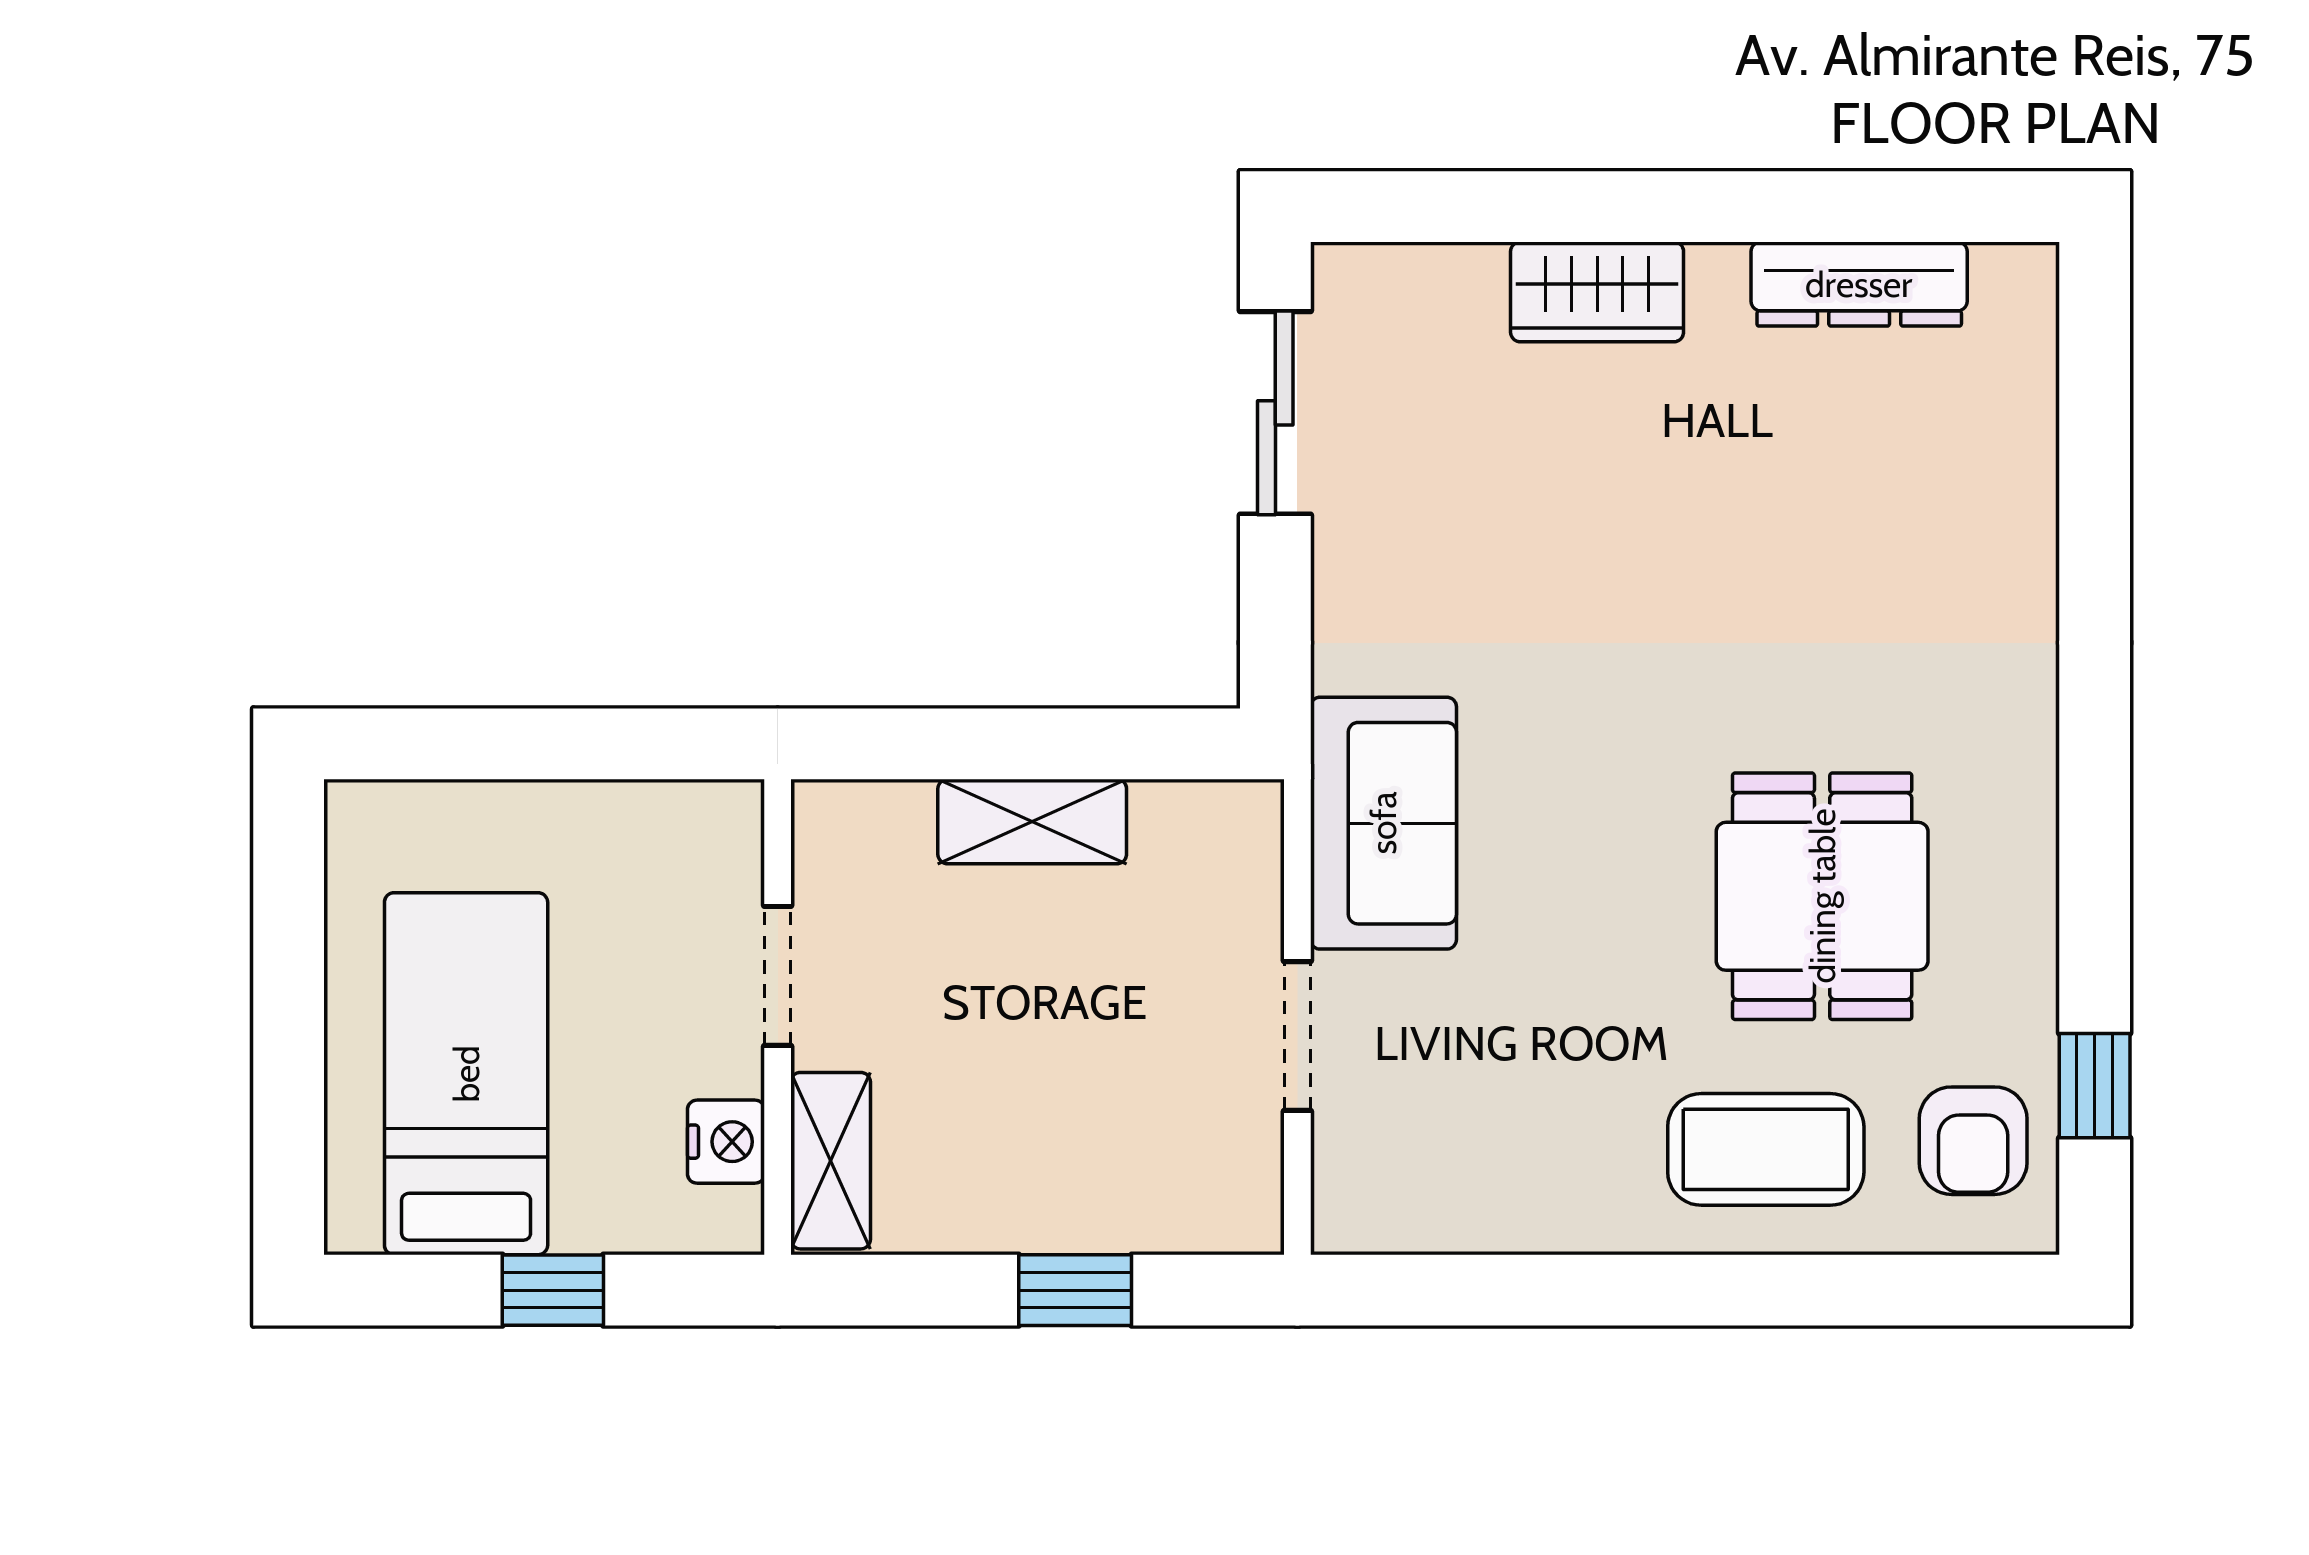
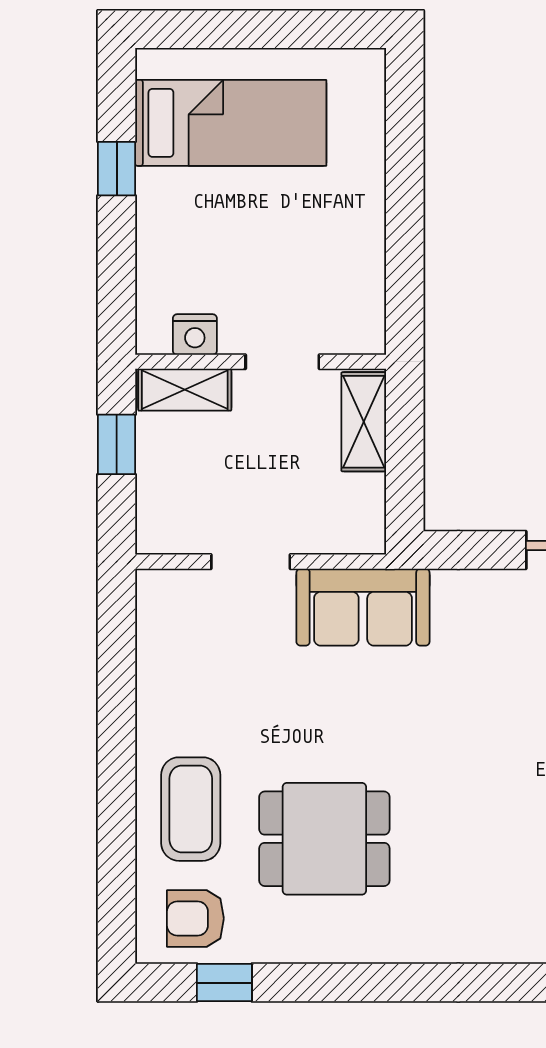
doorway: (778, 976) -> (282, 362), moved
wall: (778, 1017) -> (261, 362), moved
nightstand: (726, 1142) -> (195, 335), moved
shelving: (831, 1161) -> (185, 390), moved

